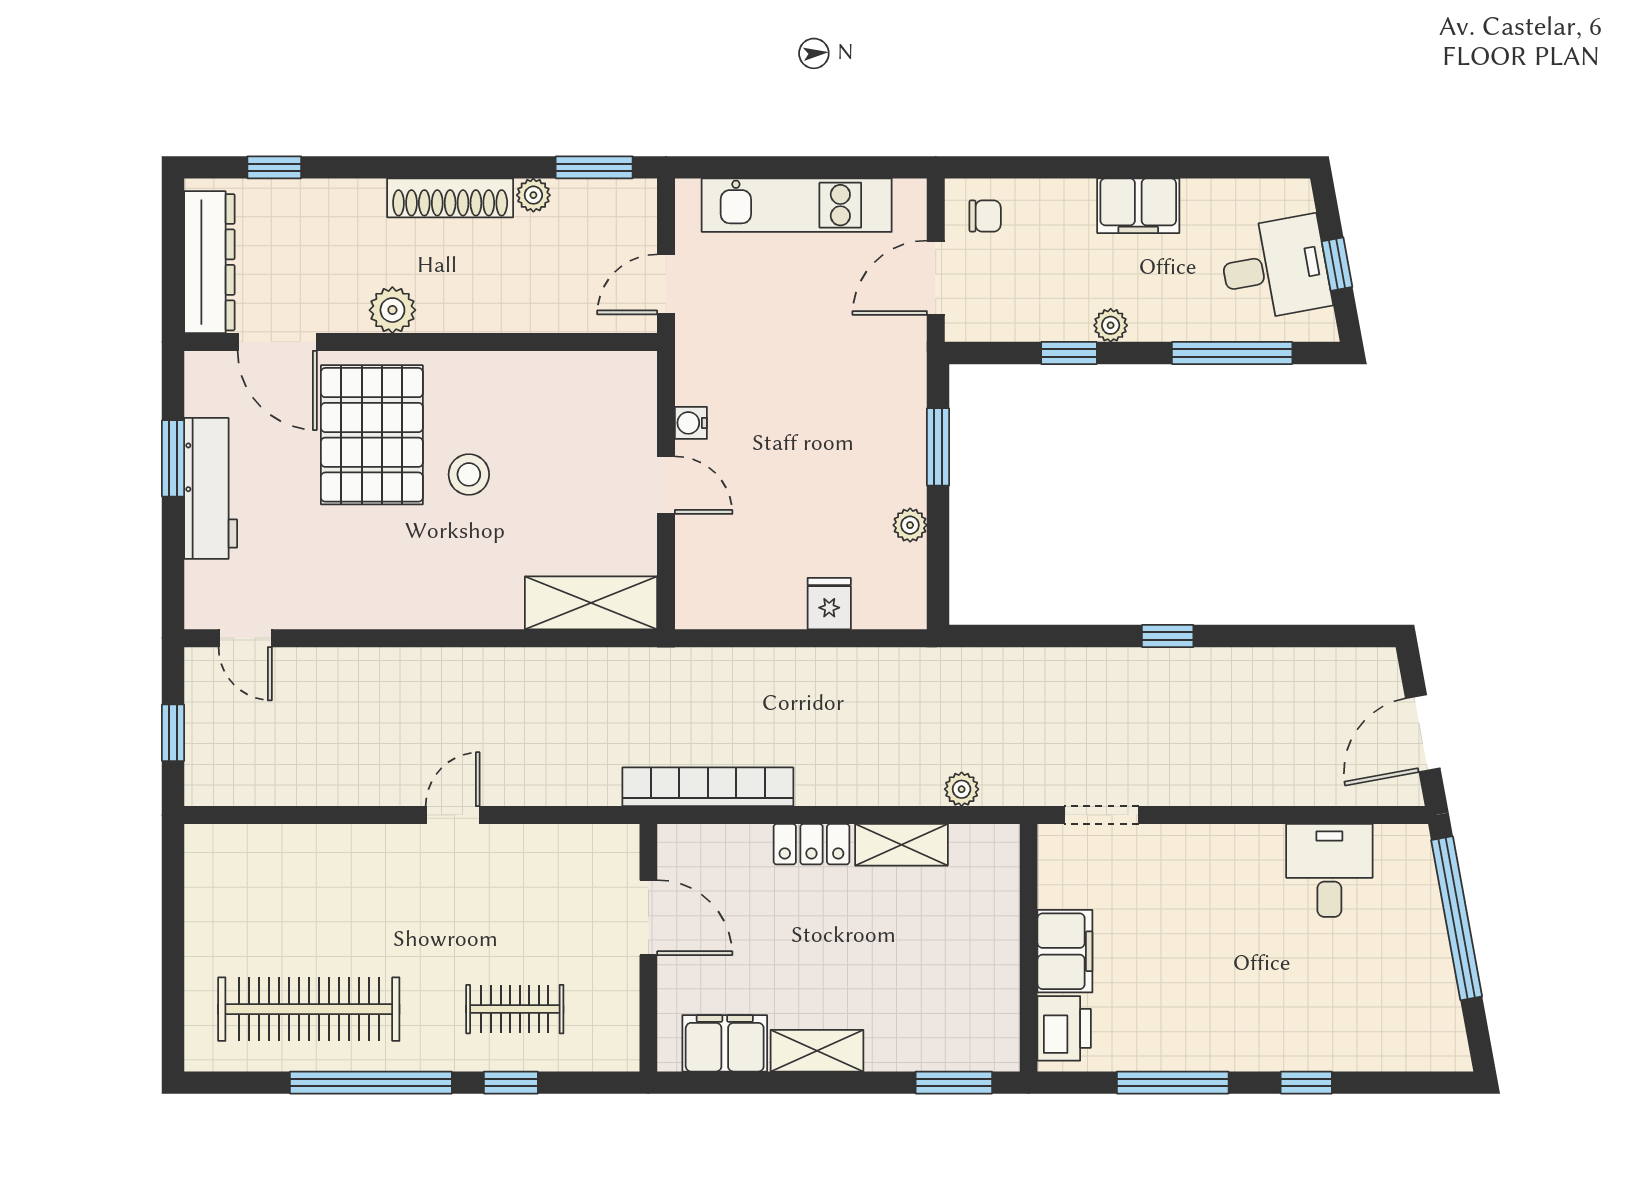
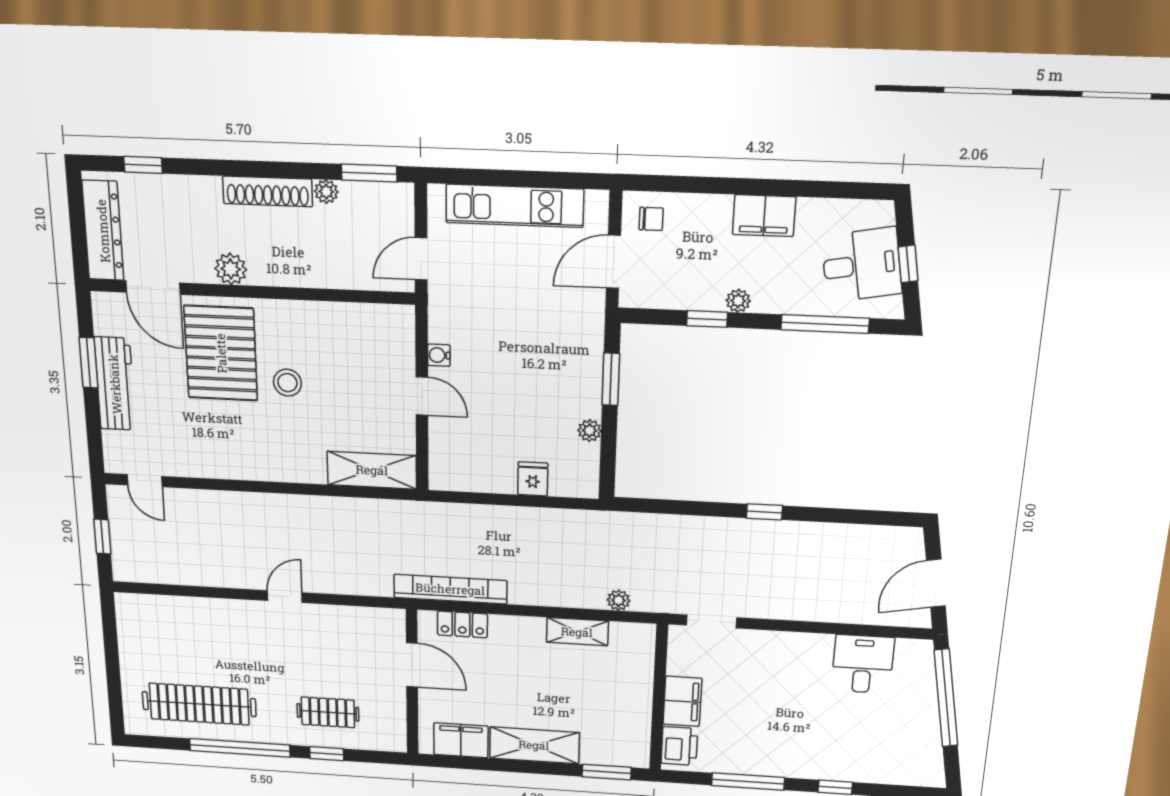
locker: (811, 844) -> (462, 624), moved
shelving: (817, 1051) -> (534, 745), width x1.50, depth x1.33

